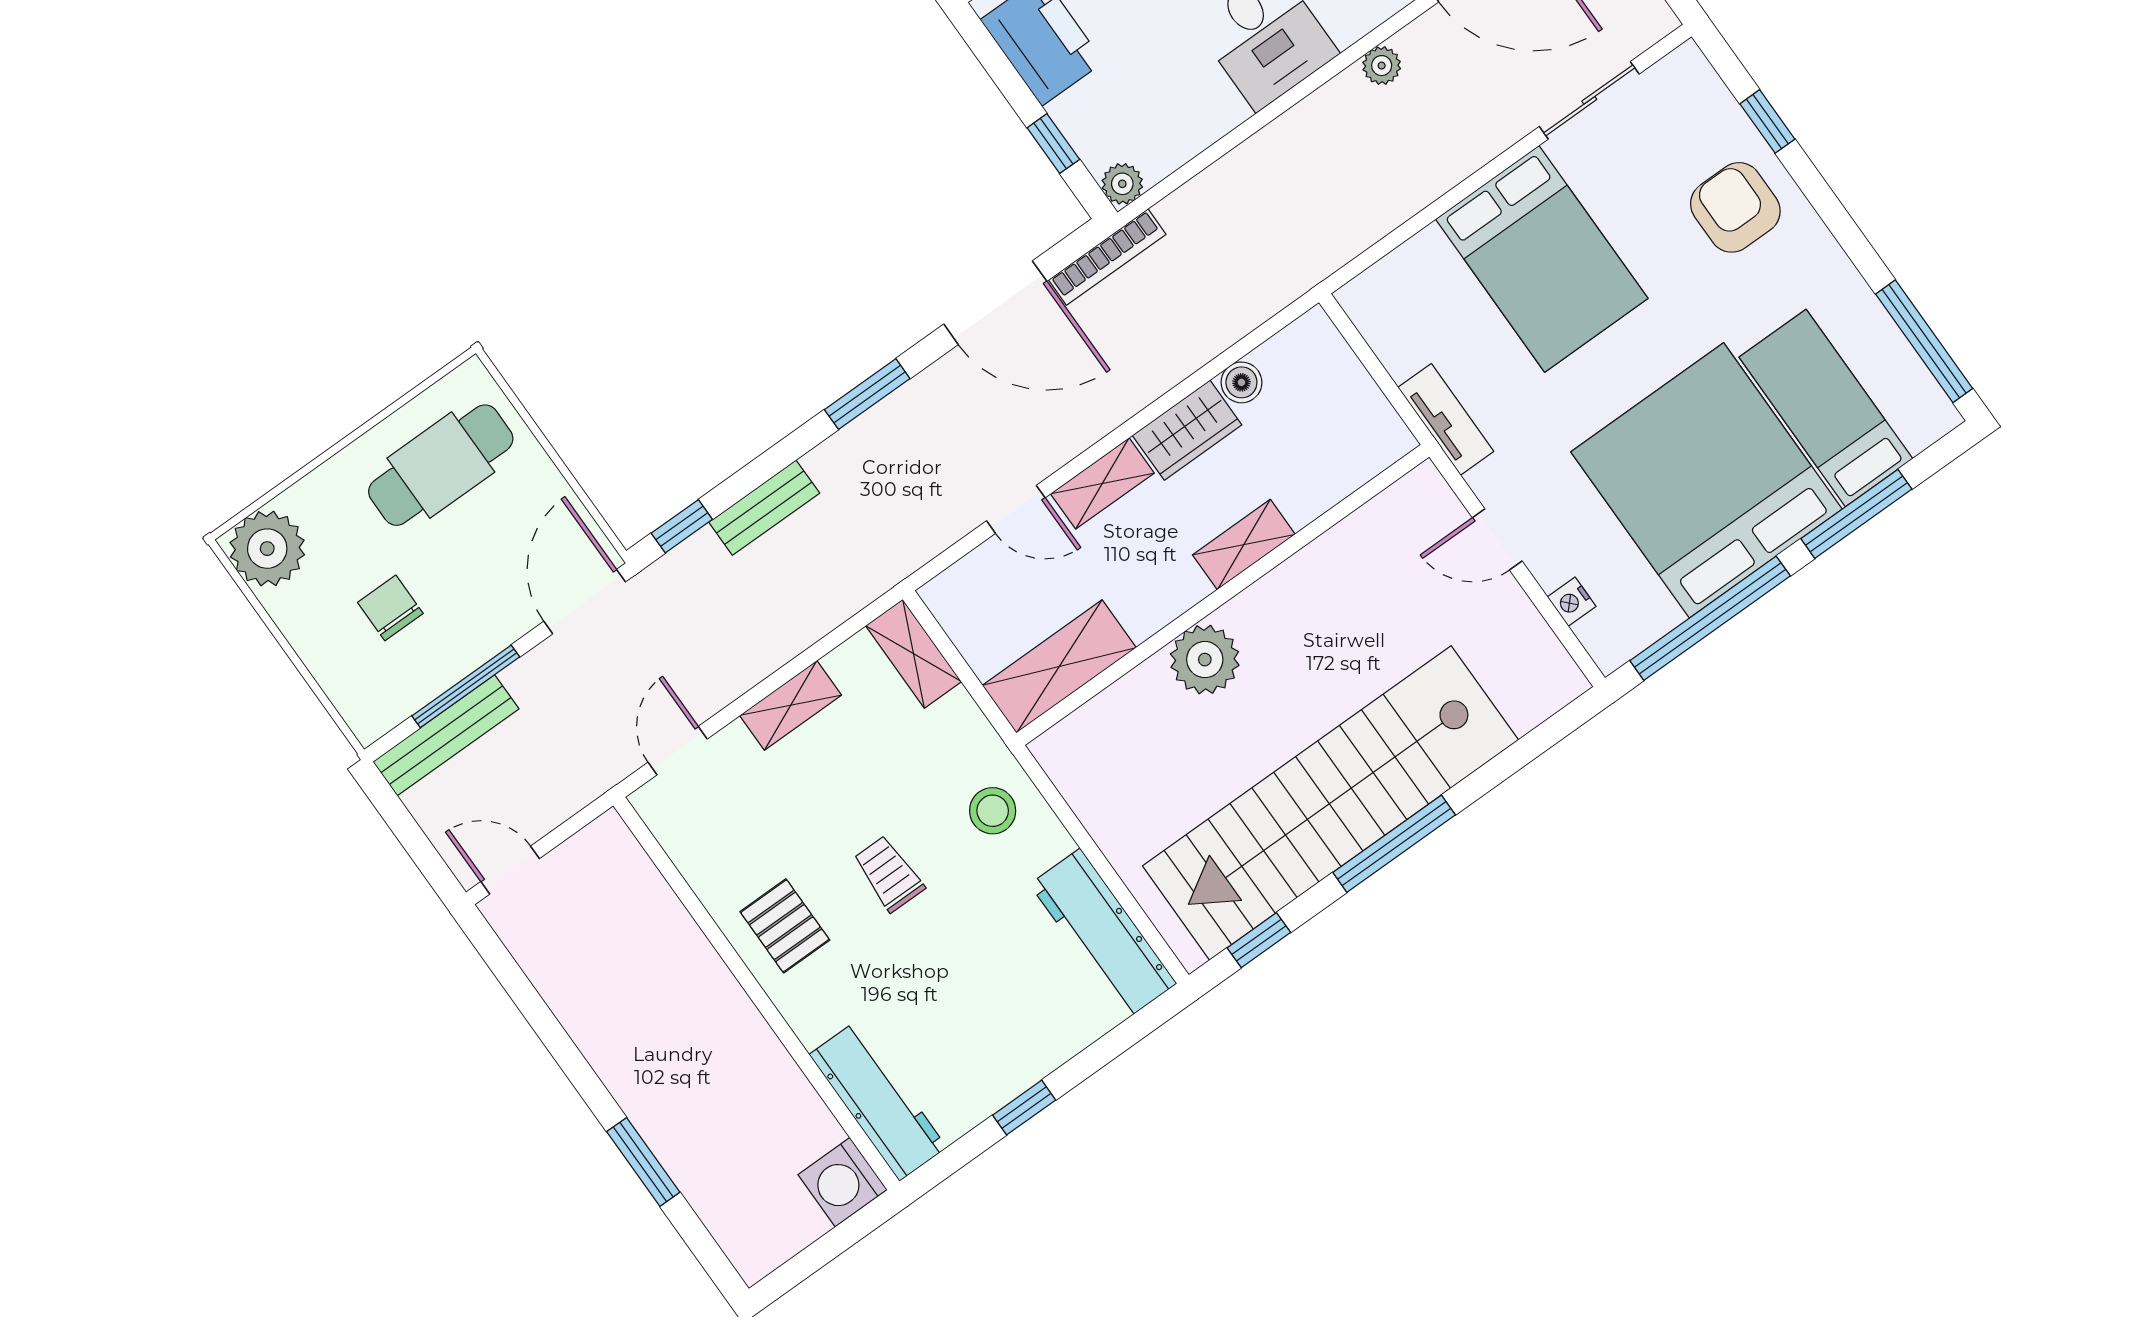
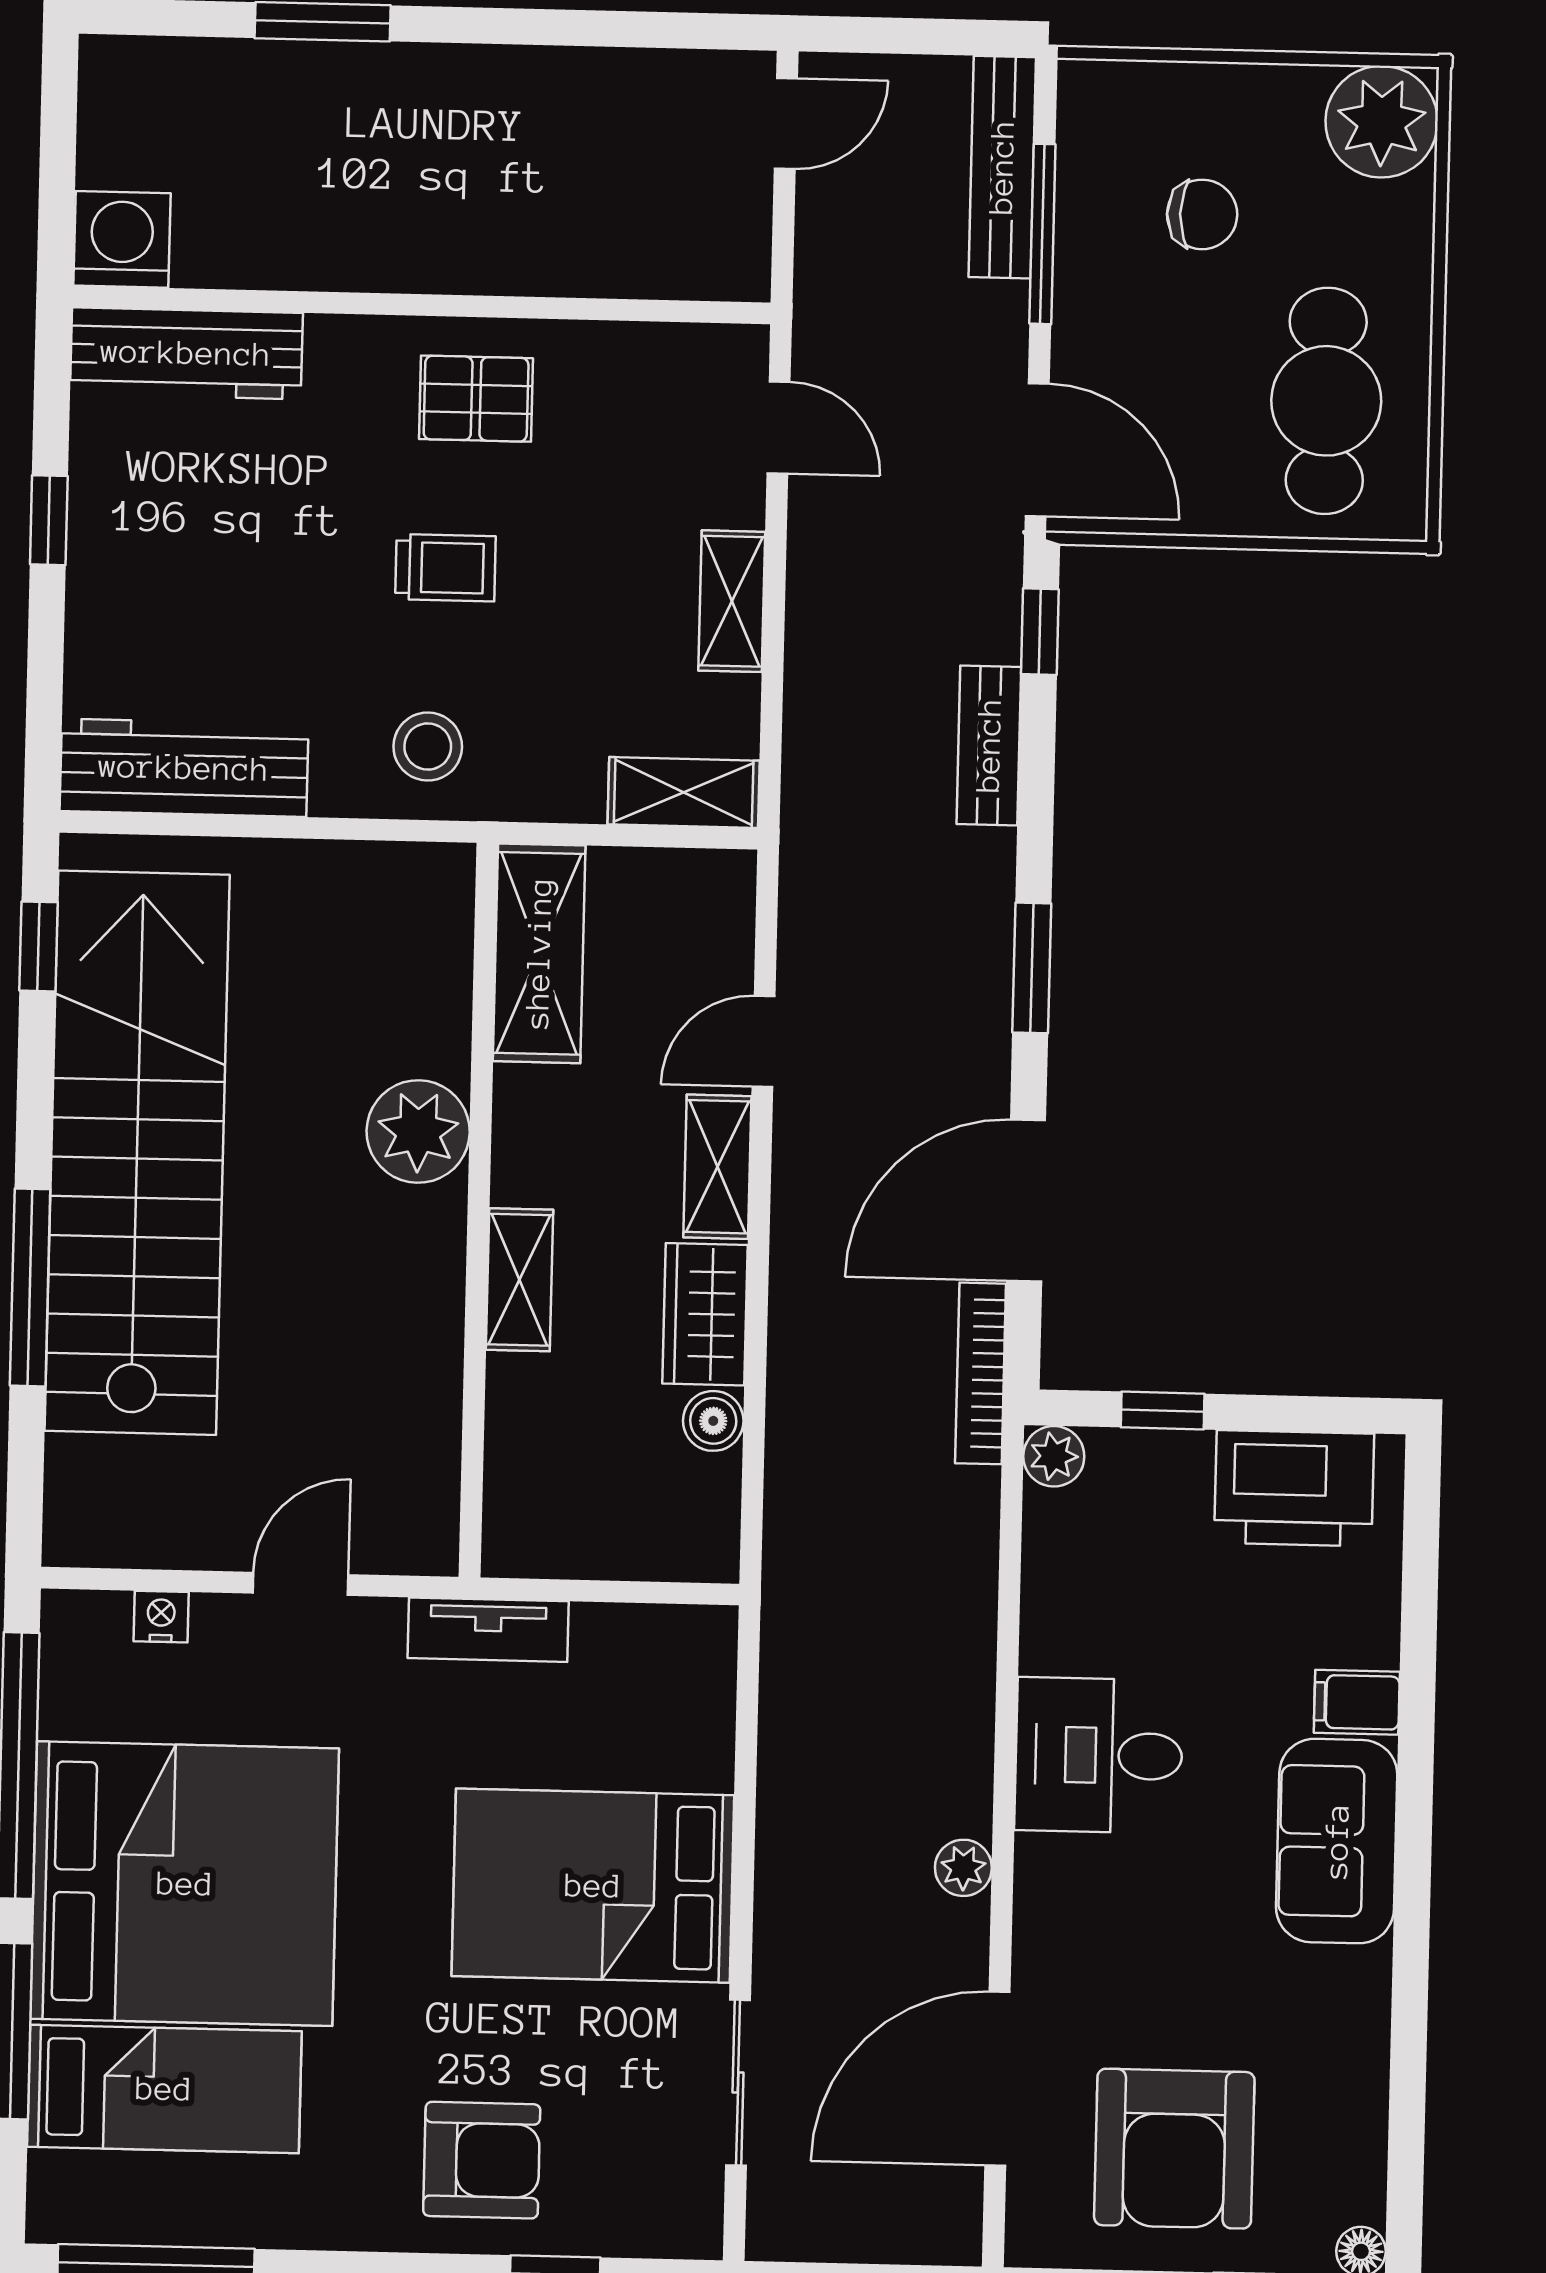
window: (1394, 844) -> (30, 1287), moved

